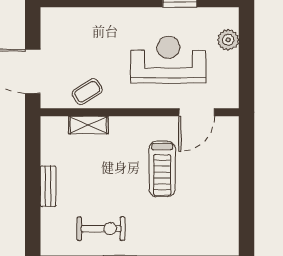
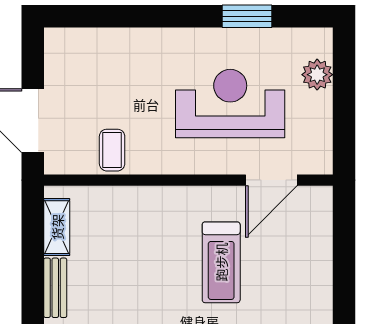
coffee table: (87, 92) -> (112, 150), turned -58
shelving: (88, 125) -> (57, 227), moved, turned 90

